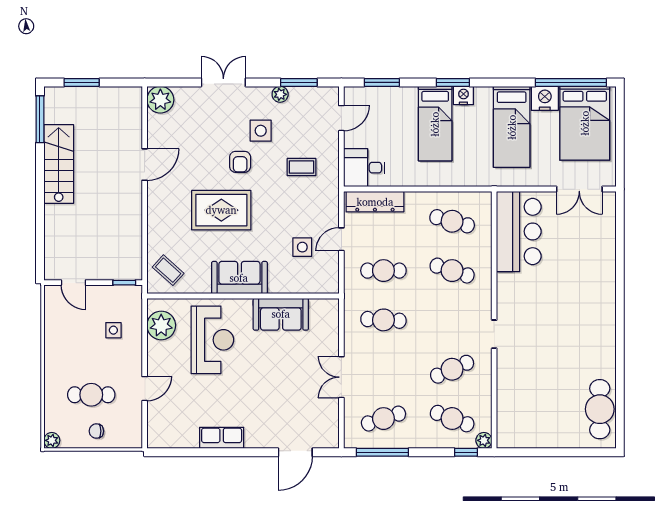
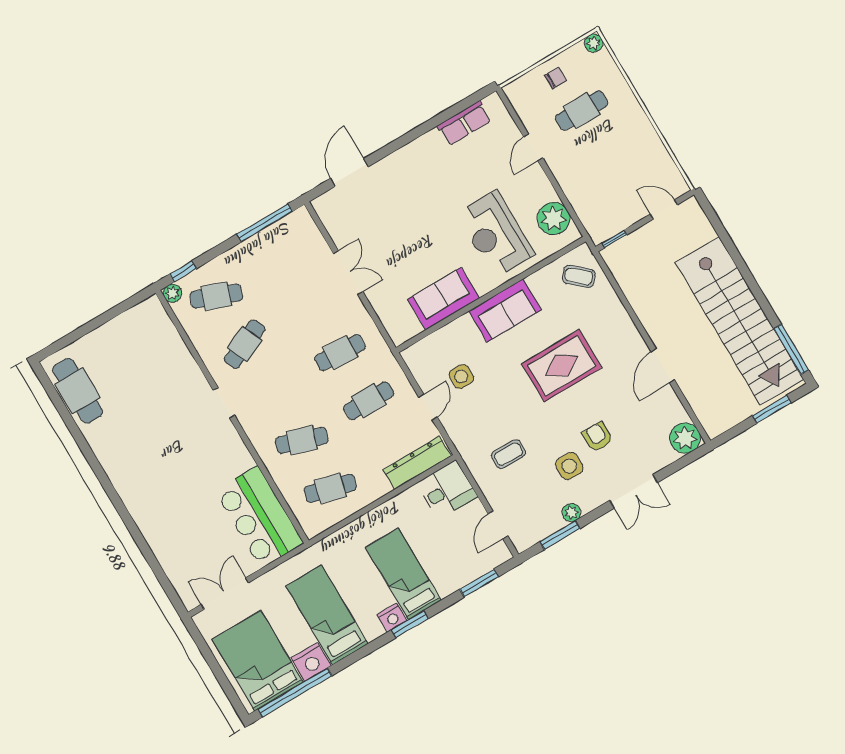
armchair: (240, 162) -> (598, 437), moved
stairs: (59, 164) -> (740, 321), width x1.86, depth x1.51
side table: (113, 330) -> (597, 186), removed
cafe table: (383, 419) -> (283, 256), removed
row of seats: (222, 438) -> (464, 123), moved

